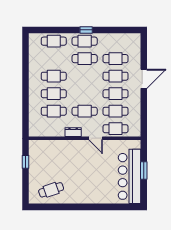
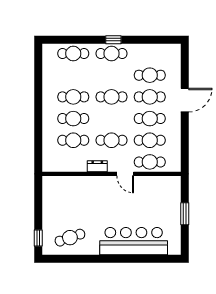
cafe table: (85, 59) -> (111, 97), moved
window: (25, 162) -> (38, 238), moved
bar counter: (129, 176) -> (134, 241), moved, turned 90

